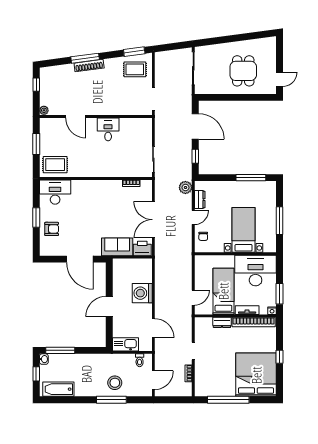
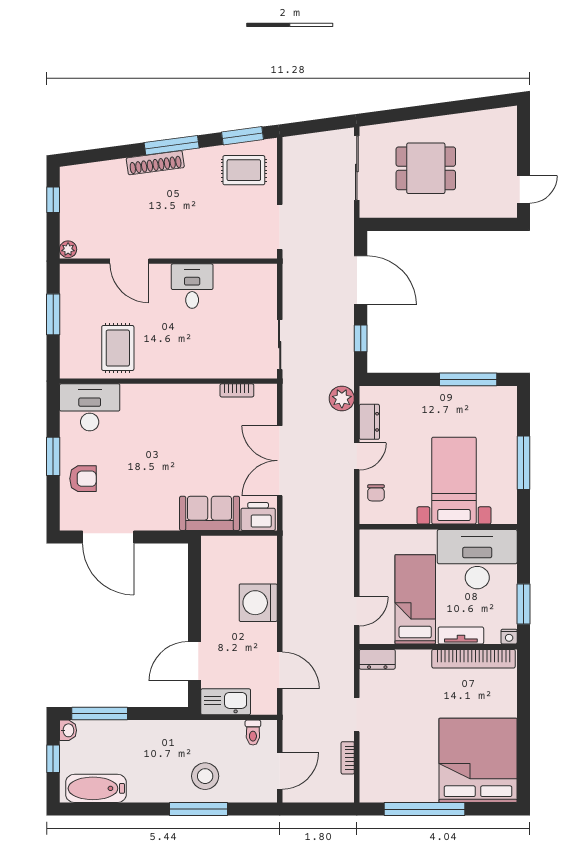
window: (85, 58) -> (172, 145), moved
dining table: (243, 71) -> (426, 168), moved, turned 90
rug: (55, 165) -> (118, 348), moved, turned 90
door: (80, 259) -> (108, 537), moved
door: (109, 307) -> (194, 661), moved
dresser: (222, 322) -> (377, 659), moved
window: (279, 357) -> (523, 726), removed

